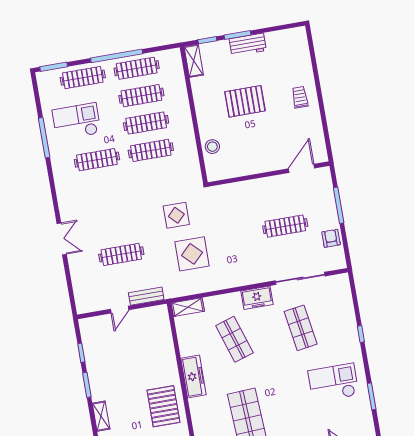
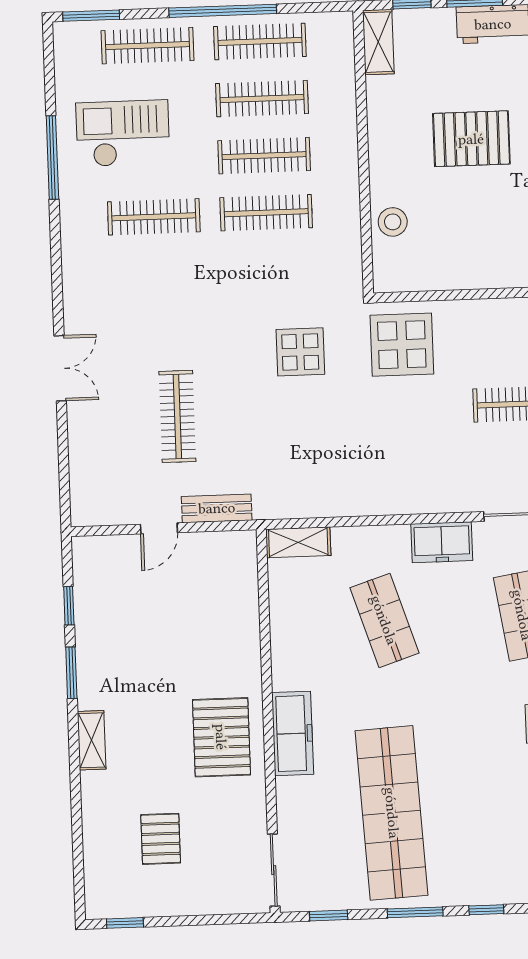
clothes rail: (121, 254) -> (177, 416), turned 90
display table: (192, 254) -> (402, 345), moved
freezer: (193, 377) -> (293, 733), moved

